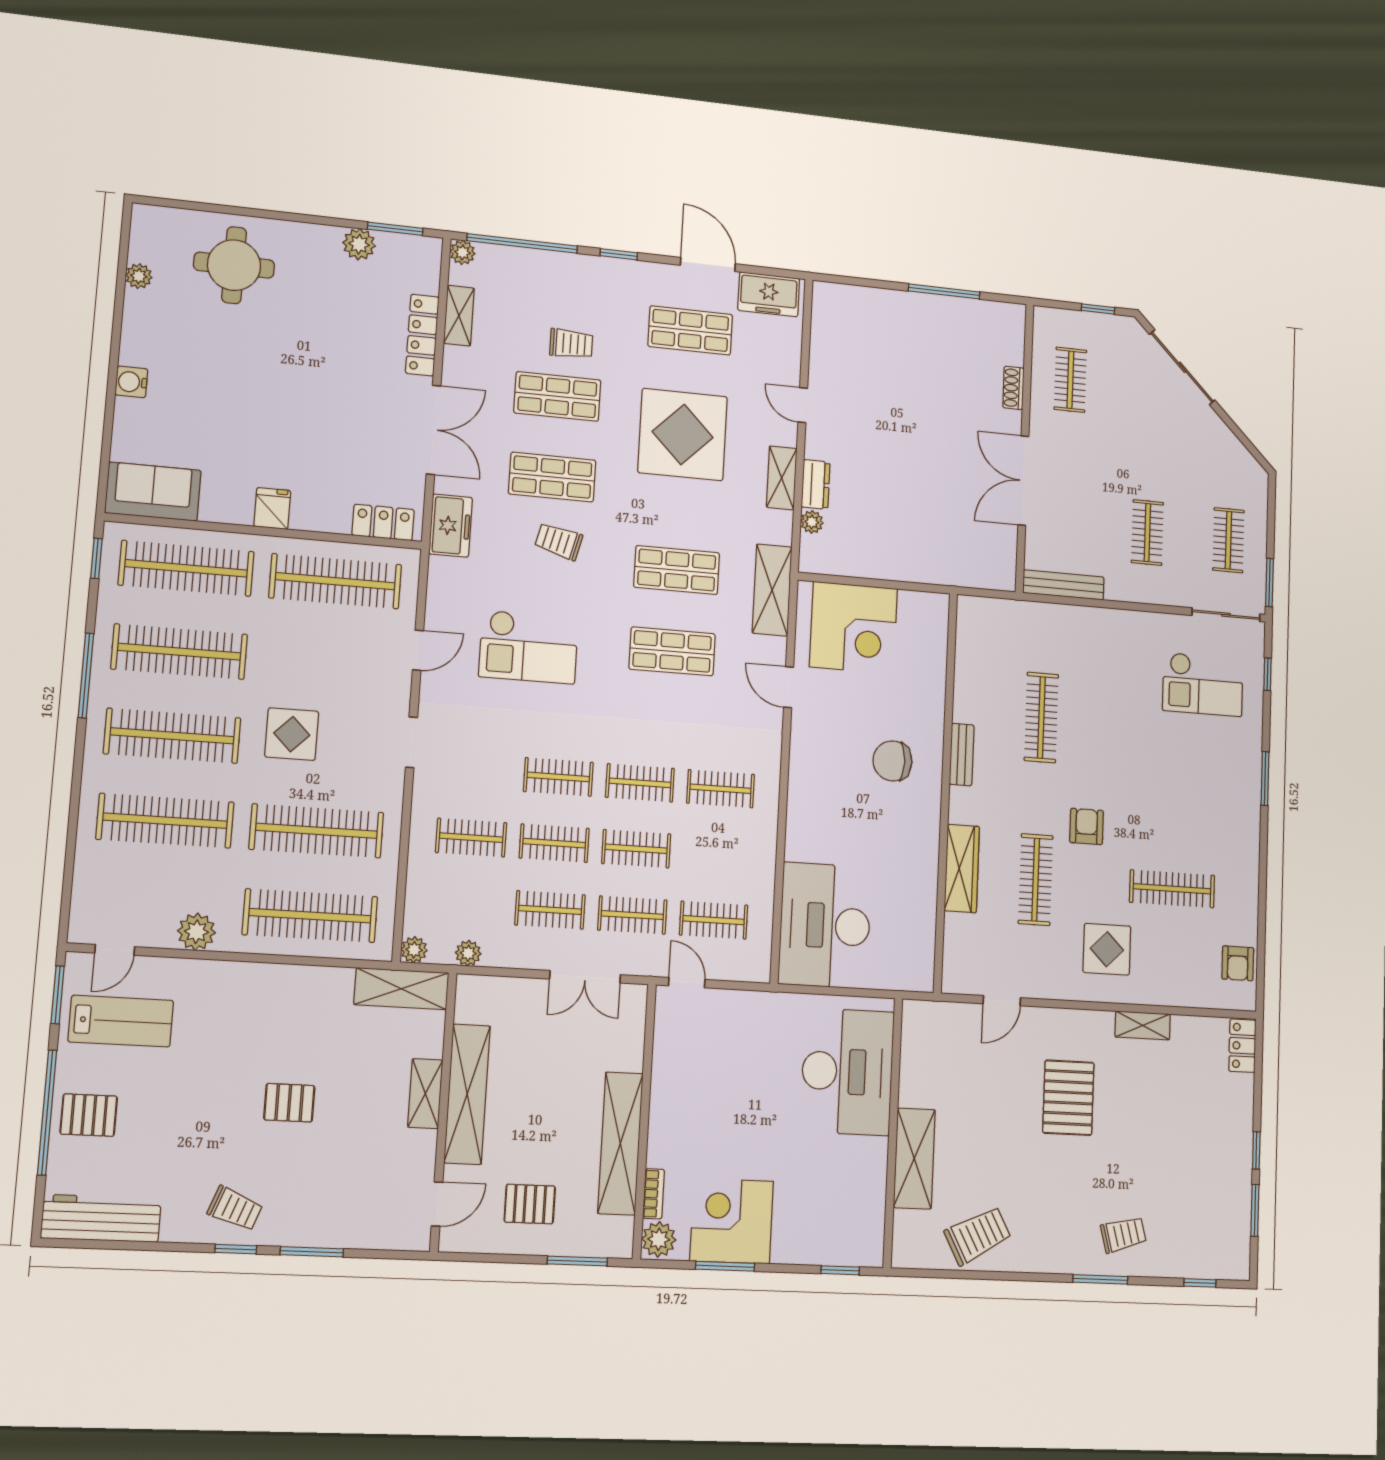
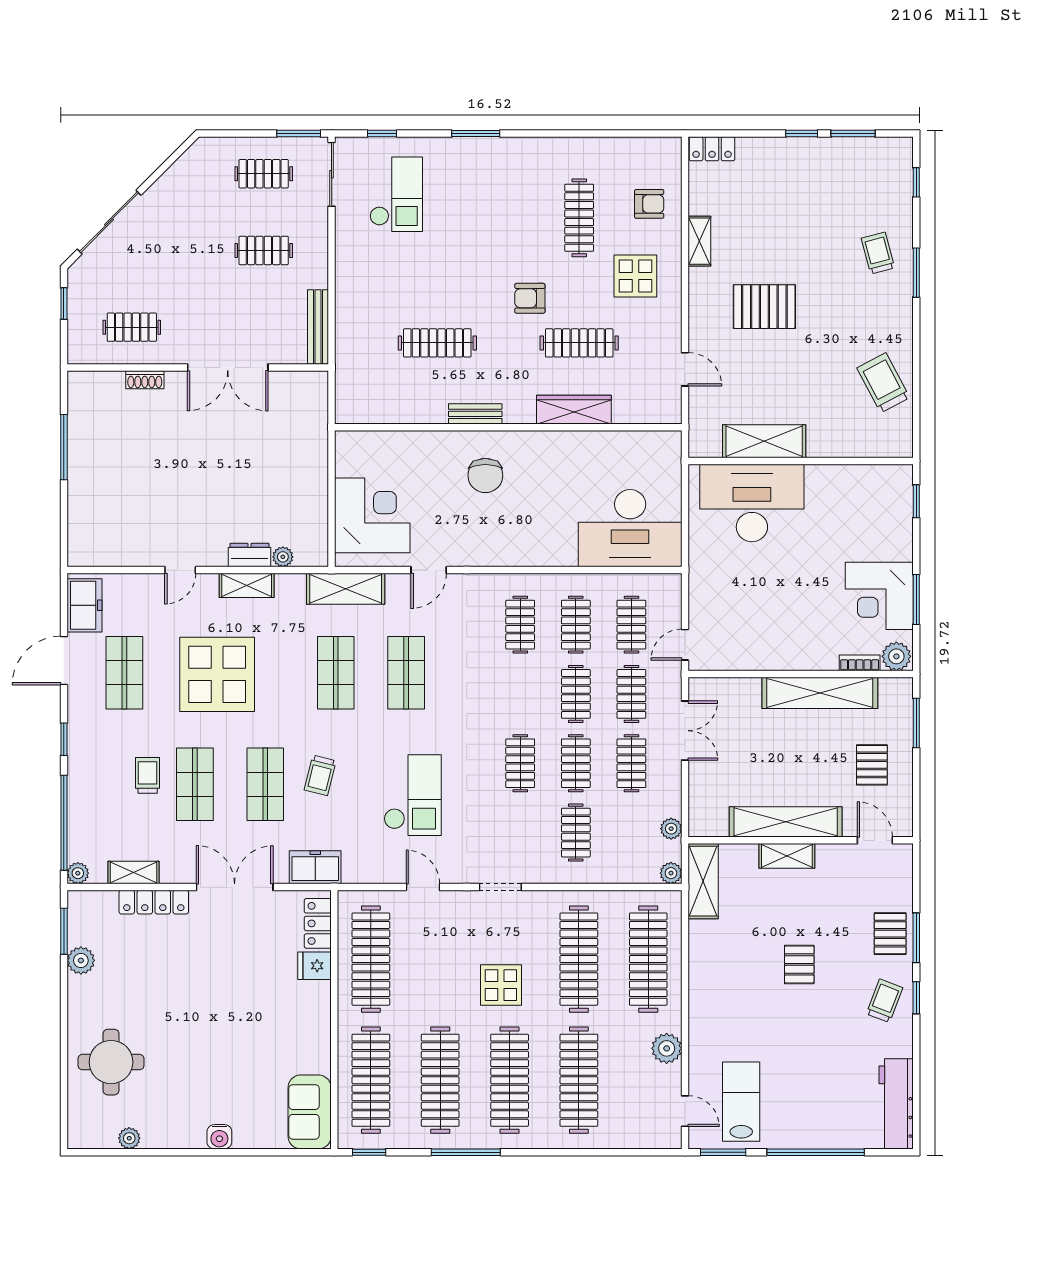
fridge: (272, 508) -> (314, 966), moved
clothes rail: (640, 783) -> (576, 625), moved
armchair: (1238, 963) -> (649, 204), moved
pallet: (89, 1115) -> (890, 934), moved
shelving: (914, 1158) -> (764, 441), moved

